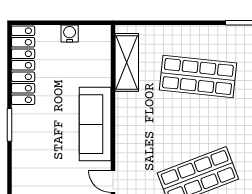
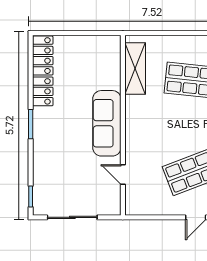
water cooler: (70, 34) -> (84, 43), removed

